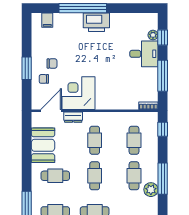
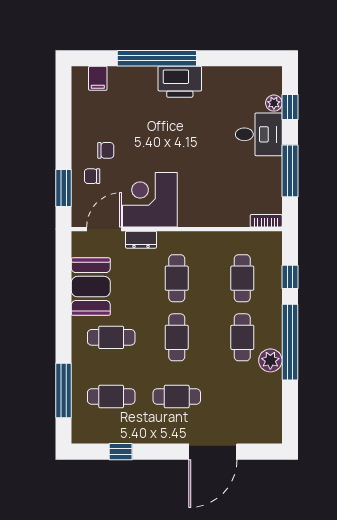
window: (27, 68) -> (63, 188), moved
window: (163, 129) -> (290, 277), moved
window: (163, 179) -> (290, 342), width x1.46

